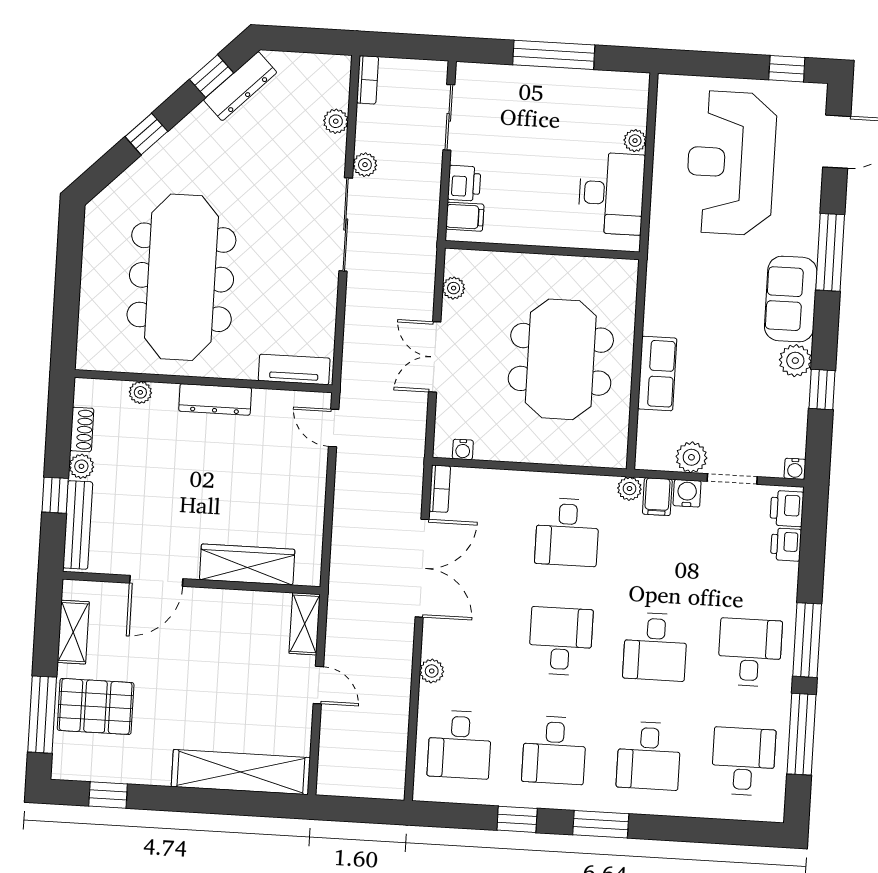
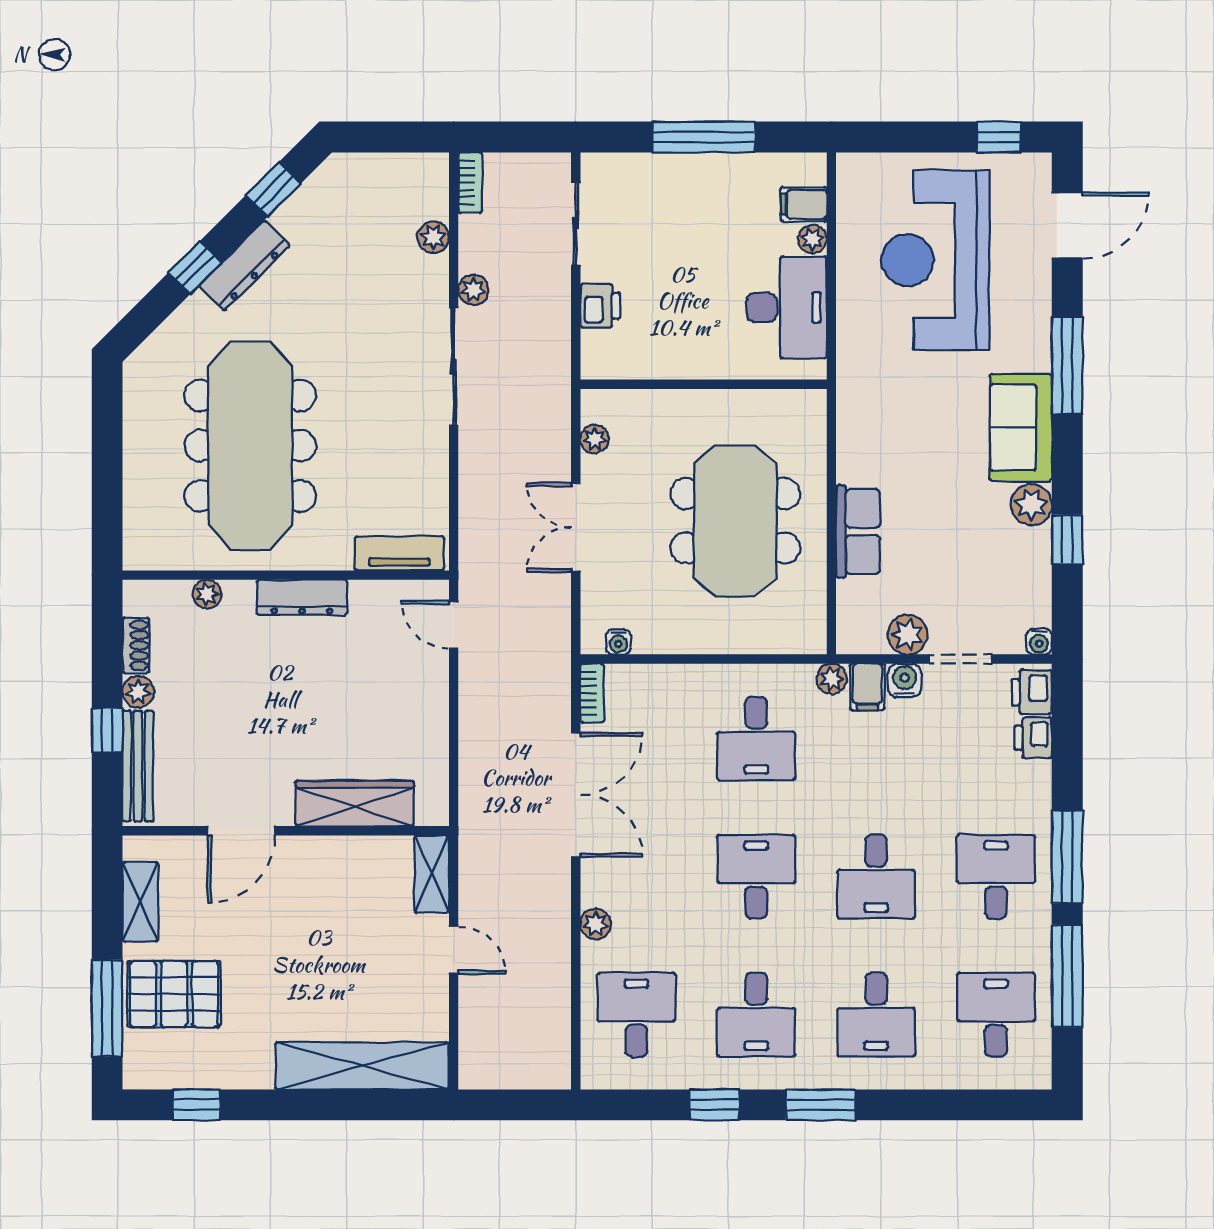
dresser: (240, 86) -> (244, 266), moved
filing cabinet: (465, 217) -> (804, 204), moved, turned 180
desk: (460, 745) -> (636, 1015), turned 180

